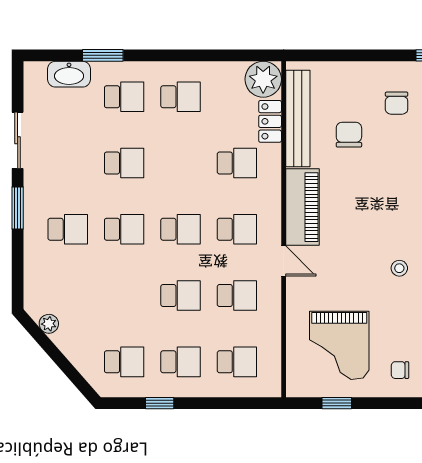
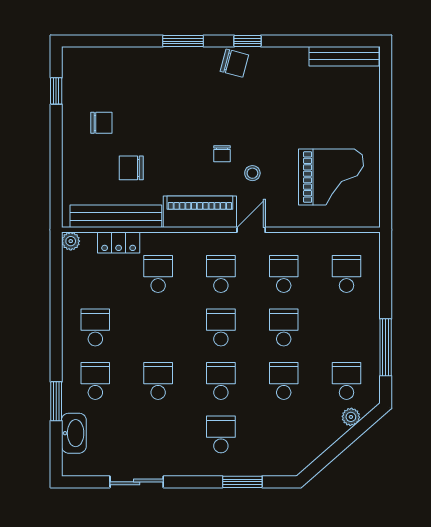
plant: (263, 79) -> (71, 241), width x0.53, depth x0.53
window: (18, 208) -> (242, 482), moved
stool: (399, 268) -> (252, 173), moved
plant: (49, 324) -> (351, 417), moved
school desk: (181, 362) -> (284, 381), moved
chair: (400, 370) -> (222, 154), moved
window: (160, 403) -> (386, 347), width x2.17
window: (337, 403) -> (386, 179), removed

